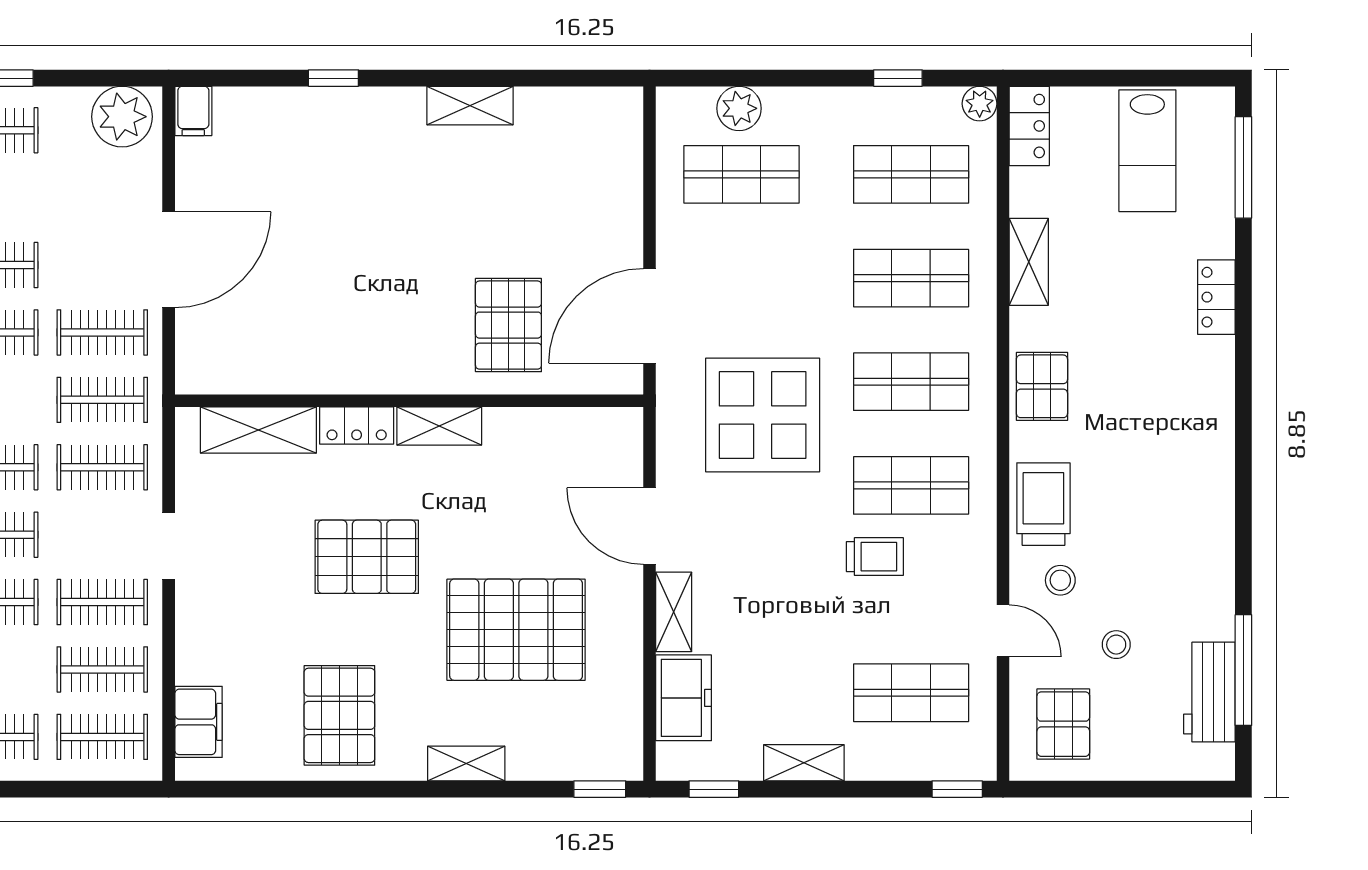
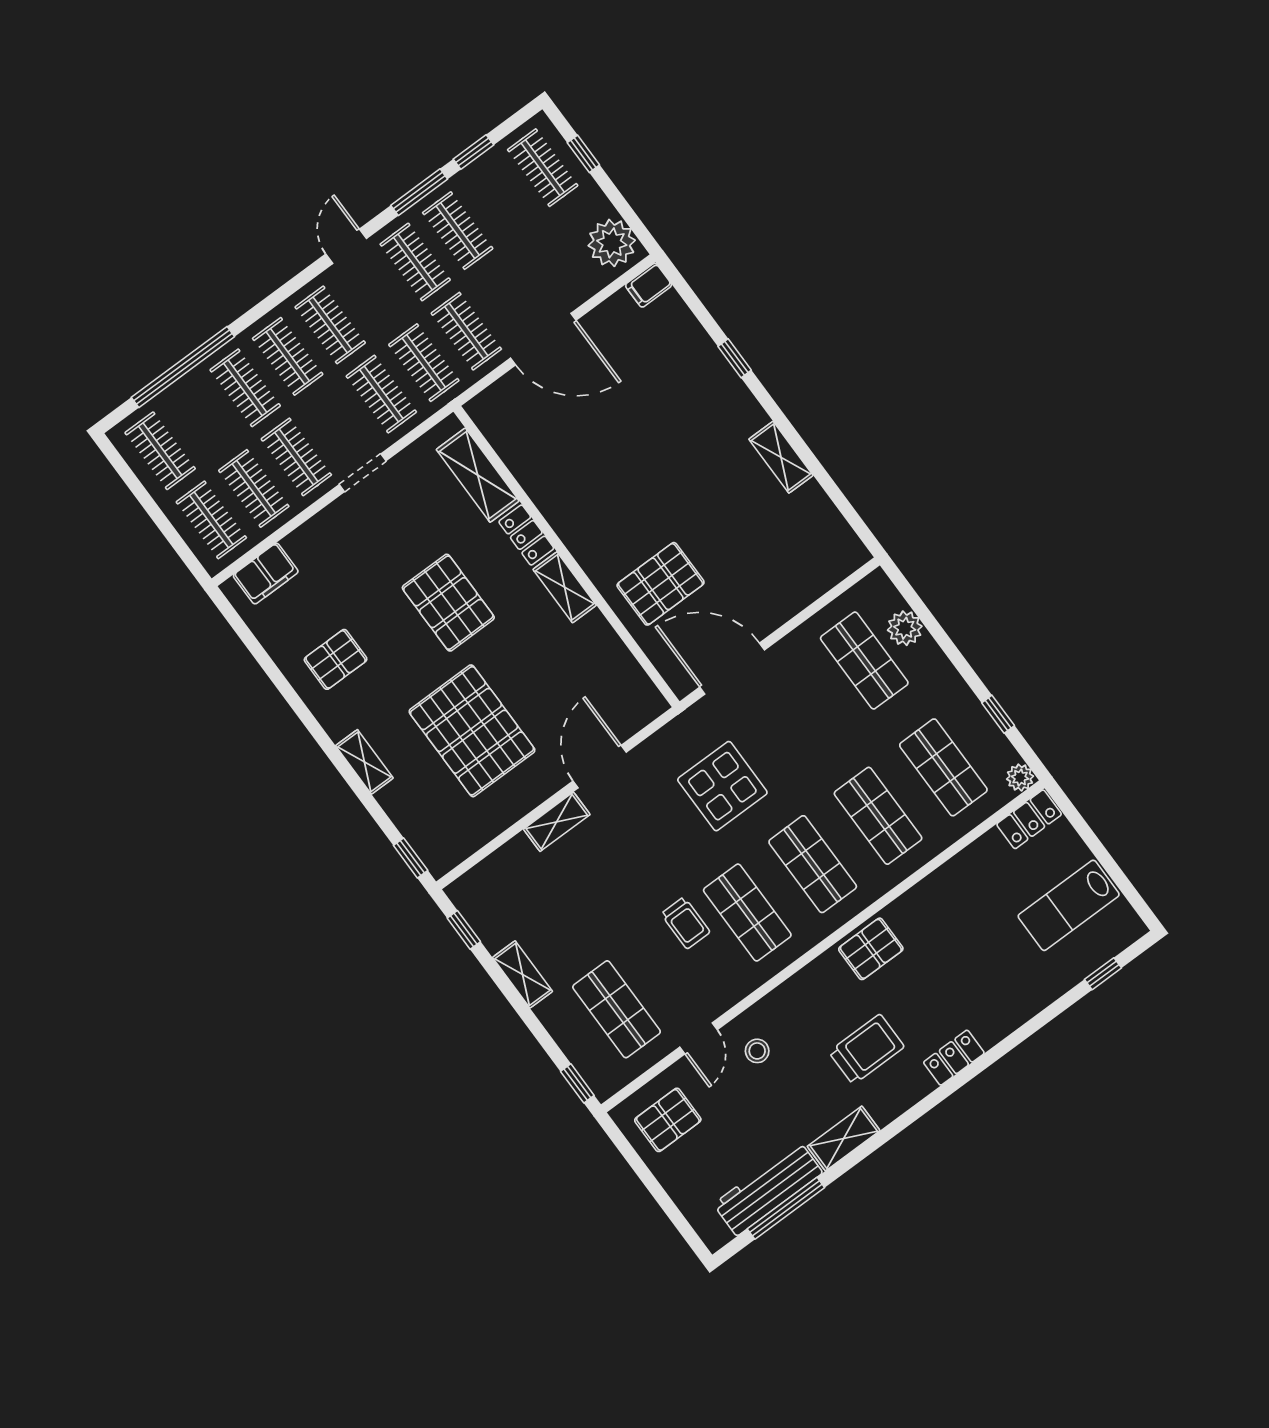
window: (1243, 167) -> (1103, 974), width x0.46
shelving: (1029, 262) -> (844, 1138), moved
locker: (1216, 297) -> (954, 1058), moved
display table: (763, 415) -> (722, 786), width x0.73, depth x0.73
trolley: (1043, 504) -> (867, 1049), moved
stool: (1116, 645) -> (743, 1116), removed
workbench: (1209, 692) -> (768, 1188), width x1.38
freezer: (684, 698) -> (507, 868), removed
pallet: (339, 715) -> (336, 659), width x0.67, depth x0.71

